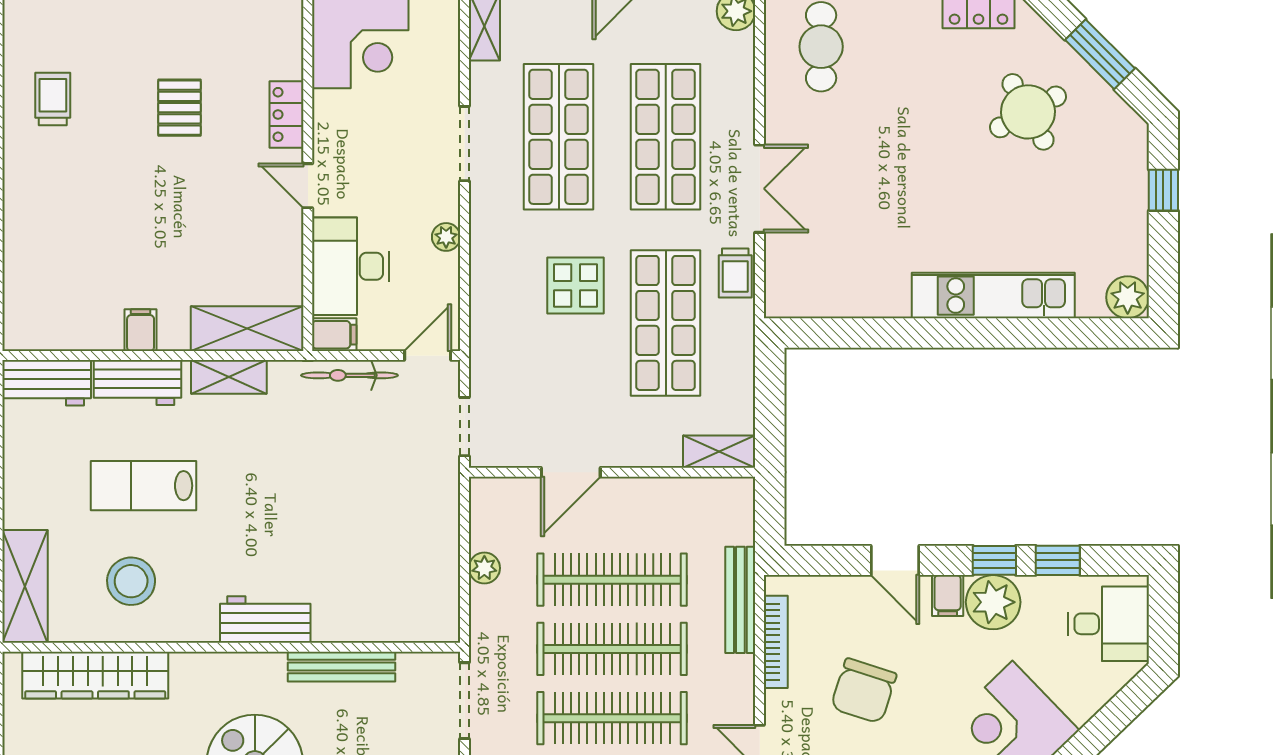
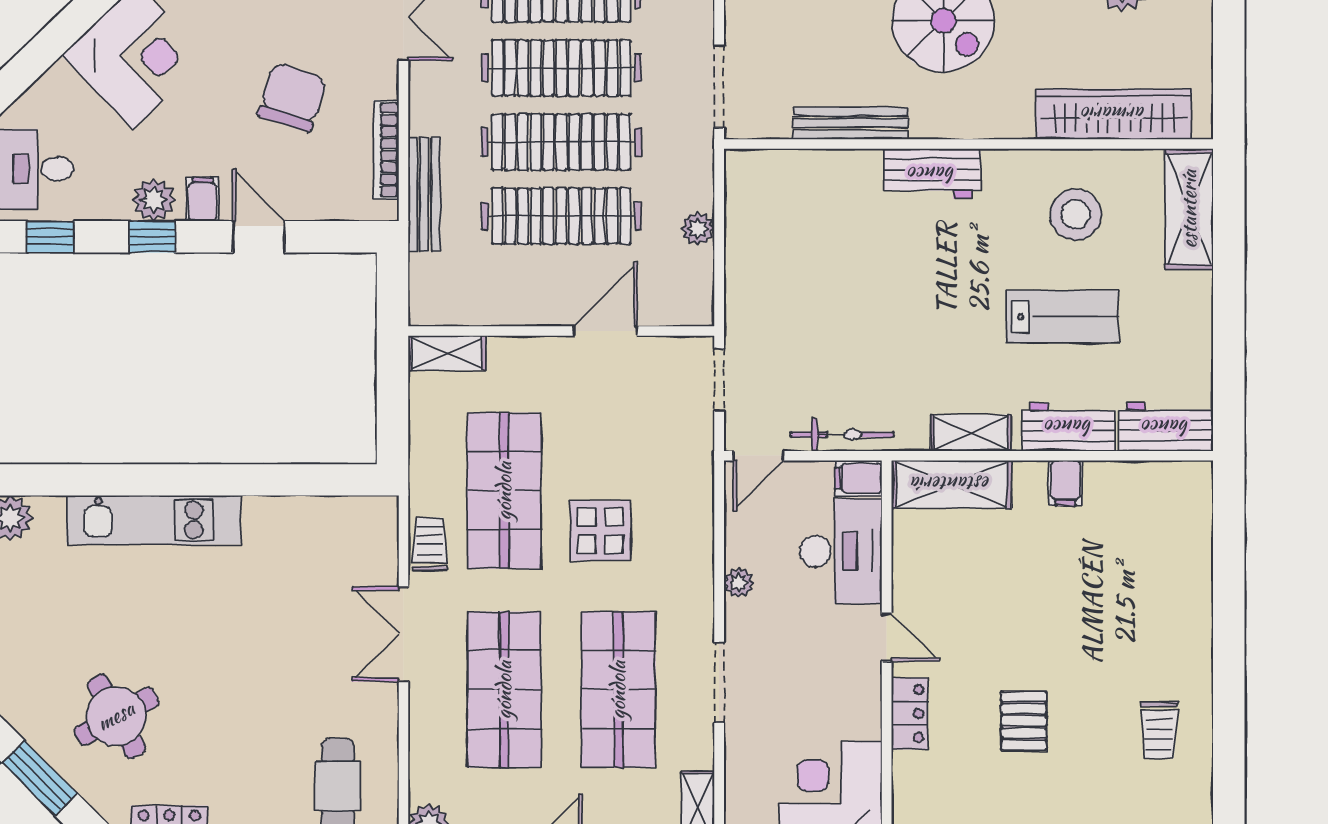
window: (1058, 560) -> (50, 237), moved
plant: (993, 602) -> (154, 200), width x0.73, depth x0.73

